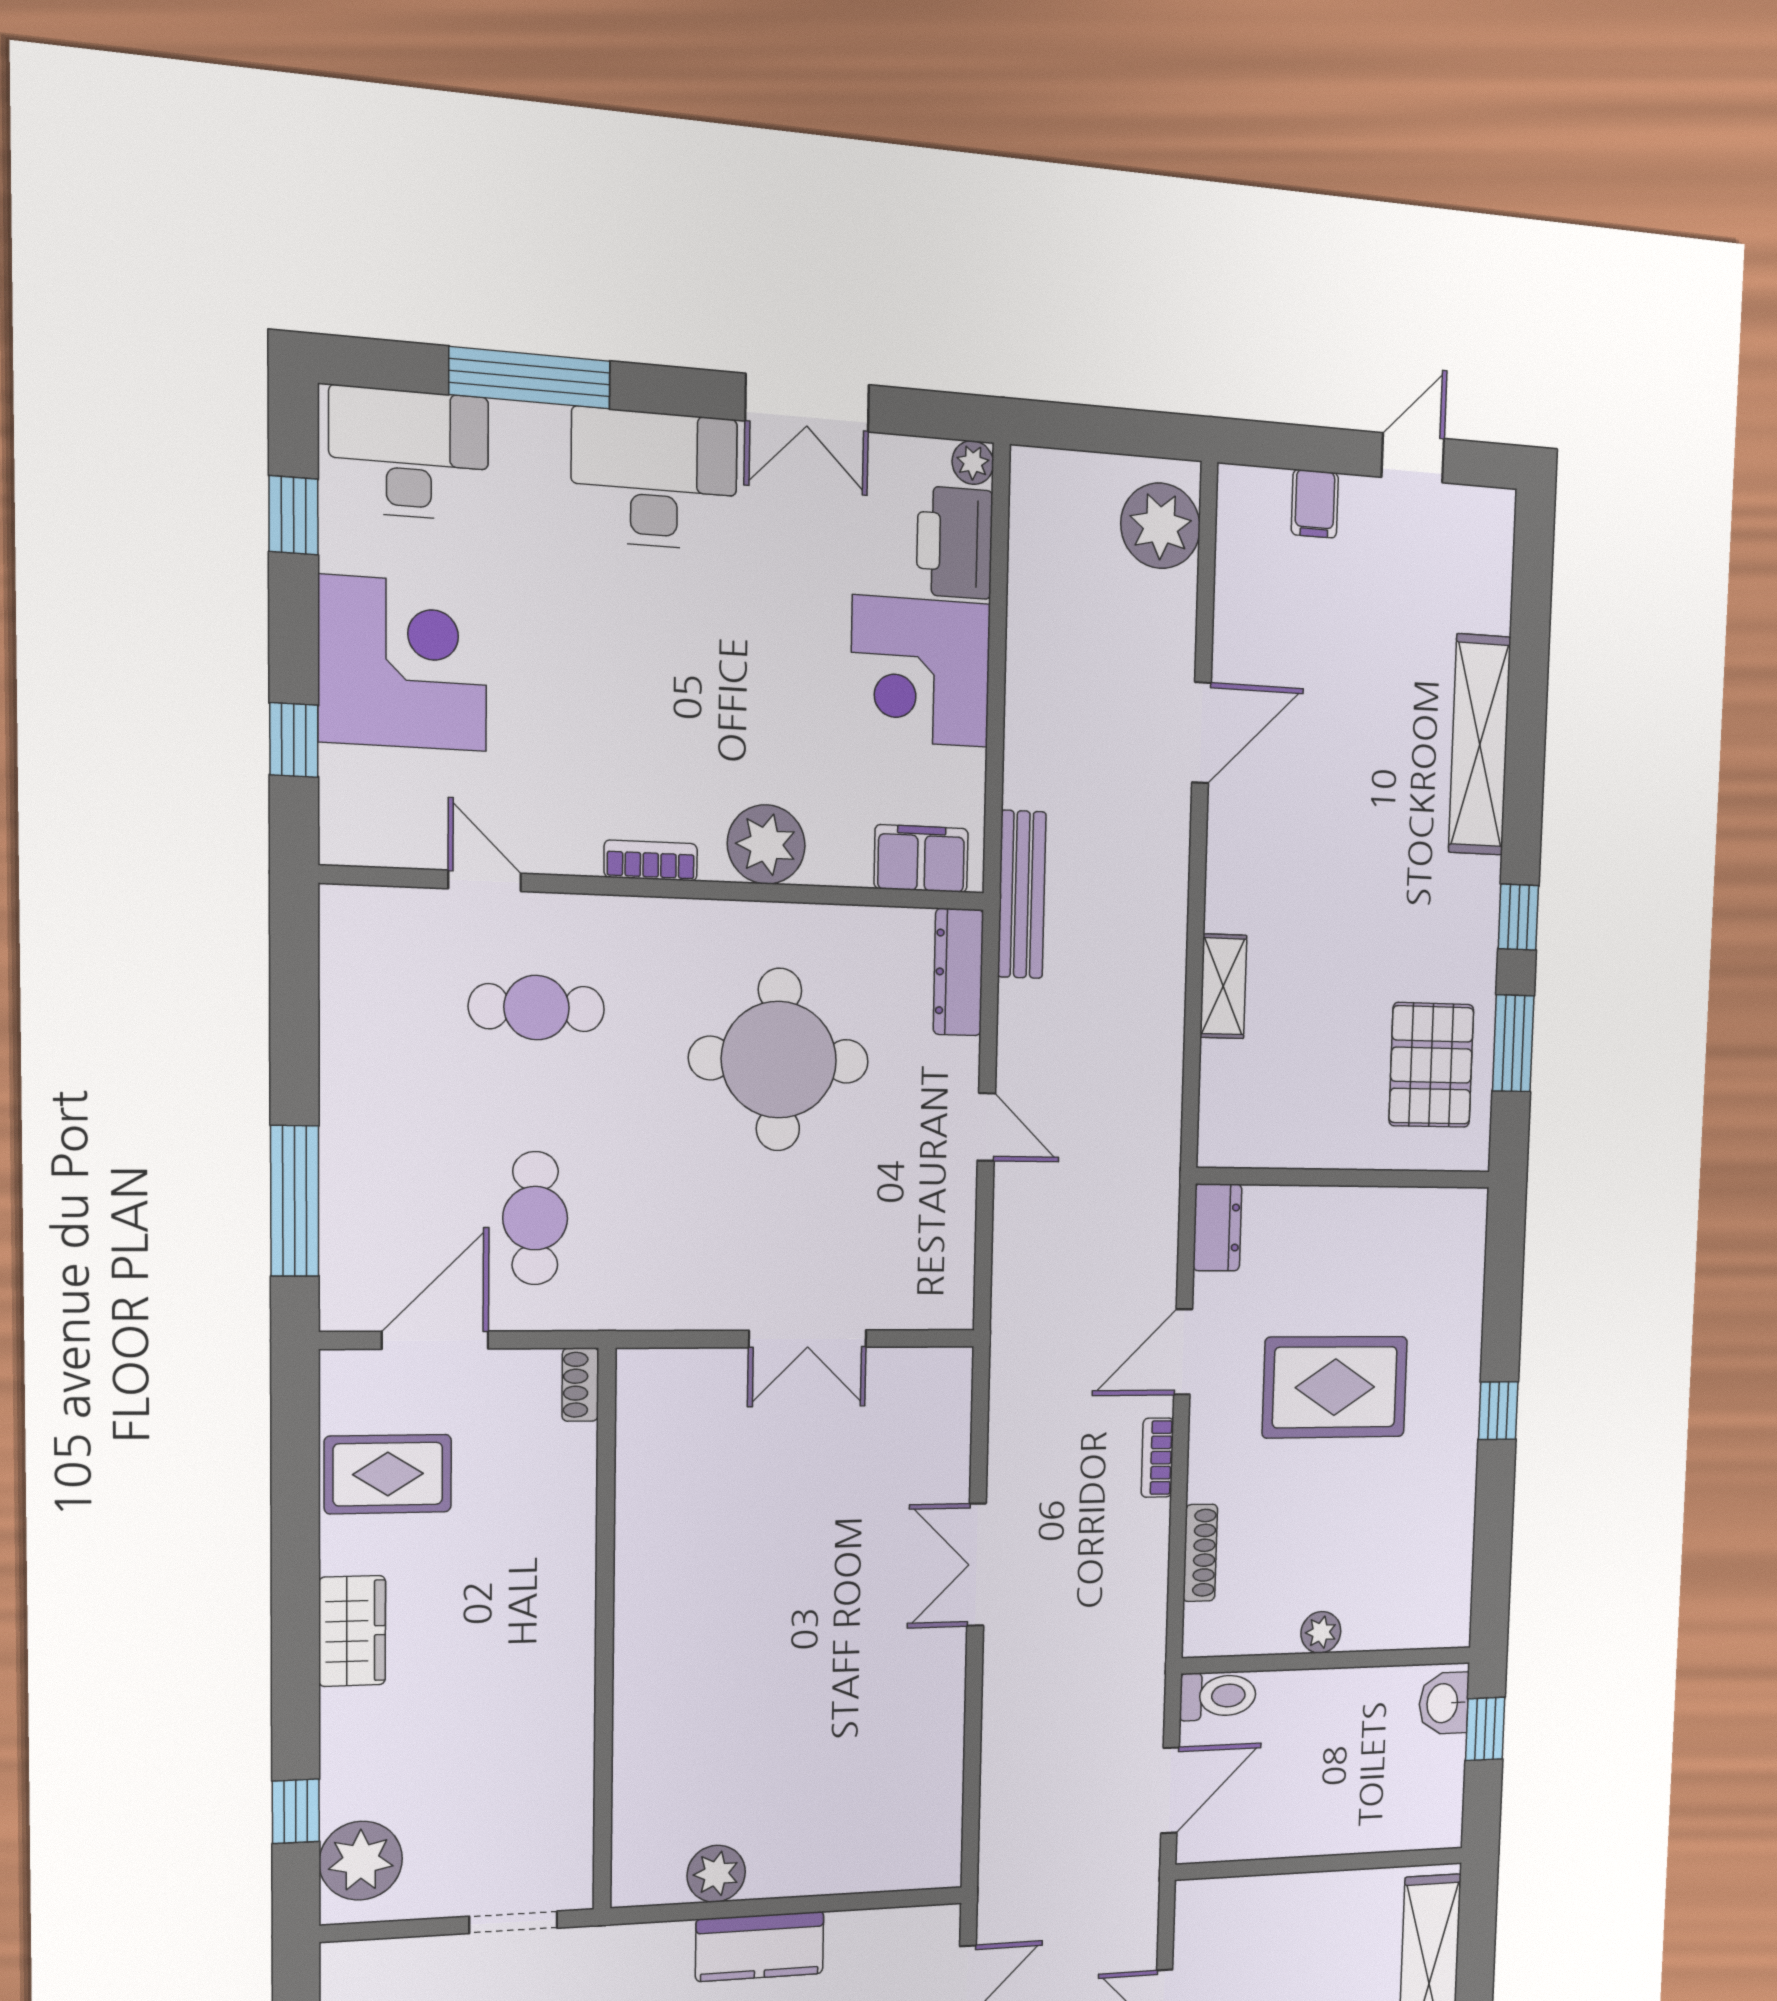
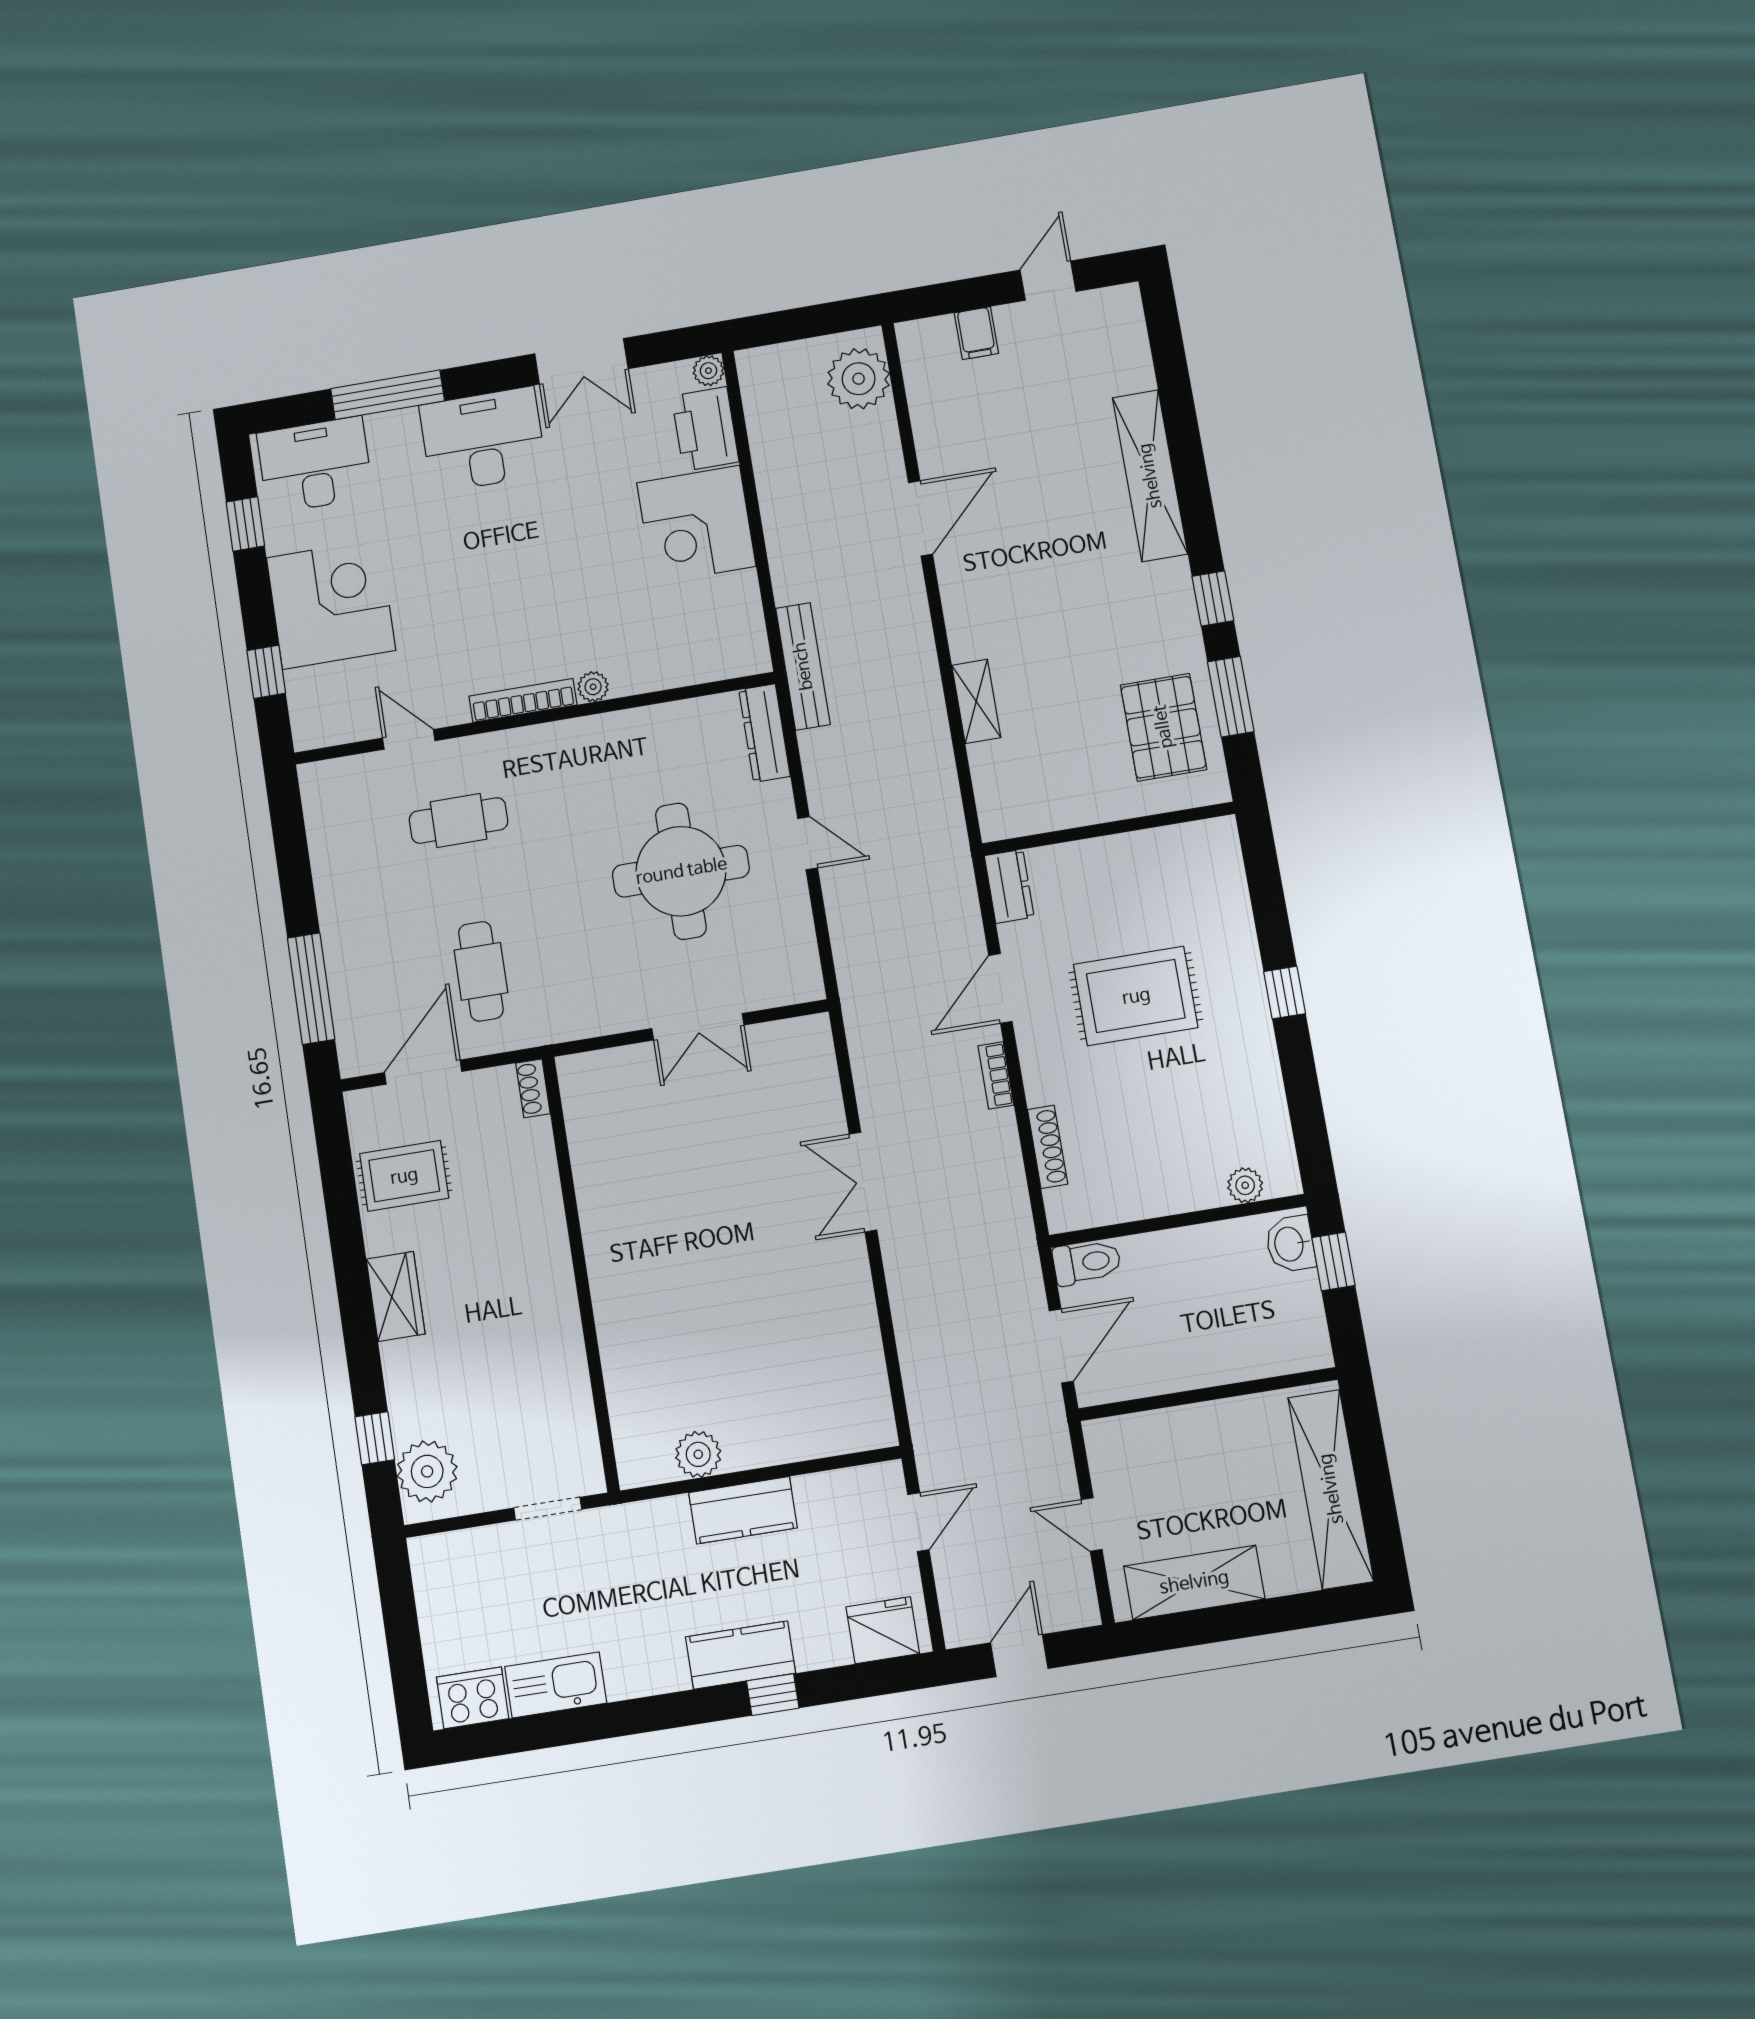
plant: (766, 844) -> (593, 687), width x0.53, depth x0.53
filing cabinet: (921, 859) -> (721, 657), removed
bookcase: (651, 860) -> (523, 700), width x1.56
round table: (779, 1060) -> (681, 871), moved
plant: (1321, 1632) -> (1245, 1185), moved

